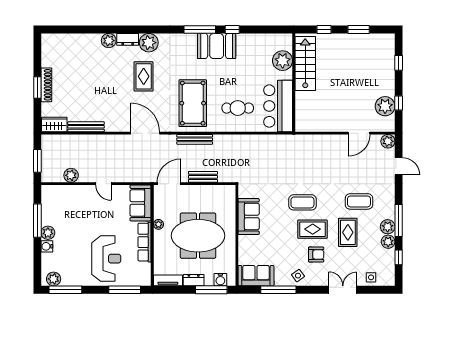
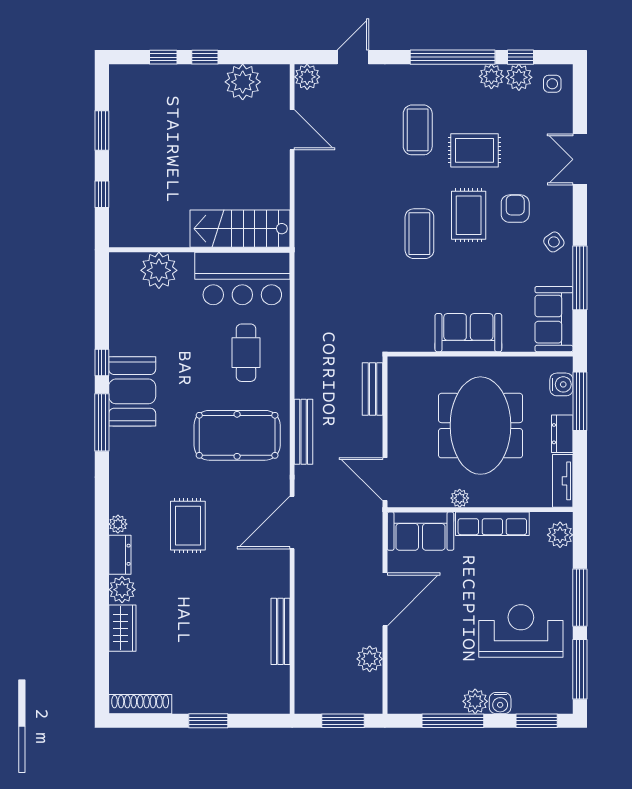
plant: (149, 43) -> (118, 524), width x0.53, depth x0.53
stairs: (305, 64) -> (240, 229), moved
rug: (144, 76) -> (188, 526), turned 90
shoe rack: (46, 85) -> (140, 704), moved
window: (399, 103) -> (205, 57), moved
wardrobe: (54, 124) -> (122, 628), moved, turned 180
bench: (203, 177) -> (373, 389), moved
door: (103, 184) -> (385, 599), width x1.88
sofa: (249, 216) -> (468, 333), moved
window: (399, 220) -> (453, 57), width x1.46
plant: (388, 227) -> (519, 77), moved
reception desk: (106, 259) -> (521, 631), moved
window: (37, 266) -> (537, 721), added
side table: (371, 277) -> (552, 84), moved
plant: (54, 279) -> (560, 535), moved
window: (125, 290) -> (580, 598), moved

